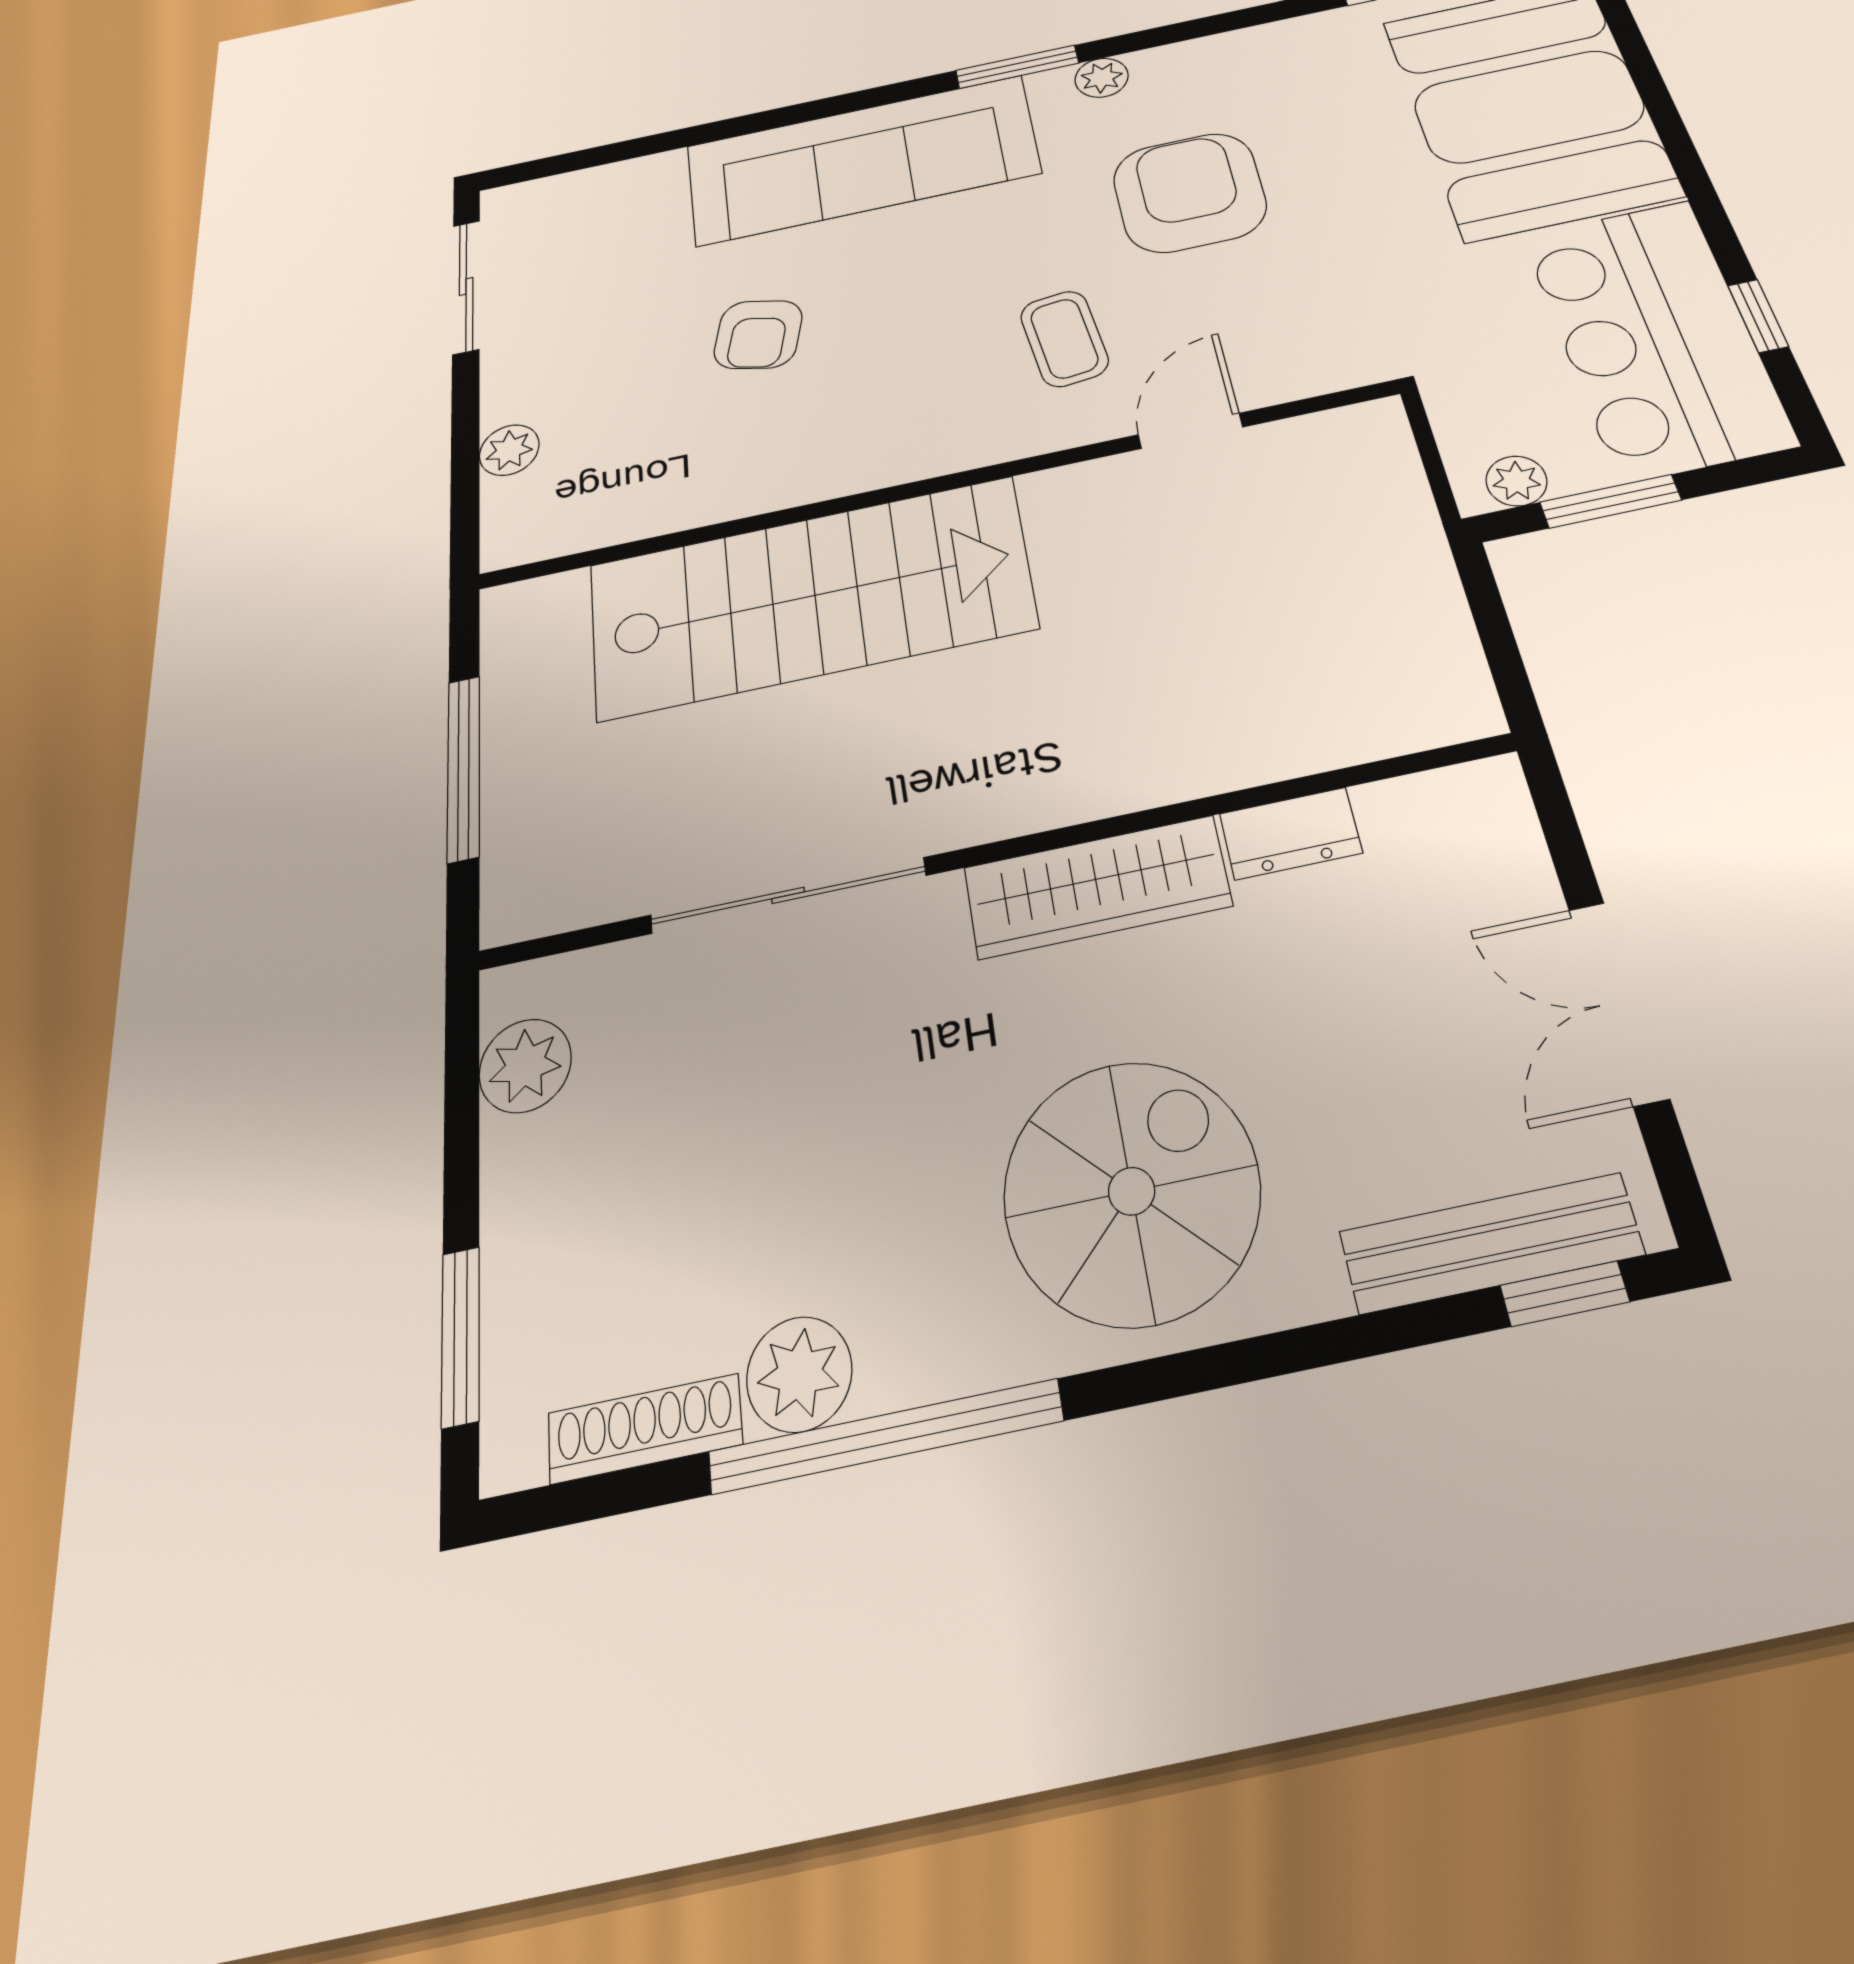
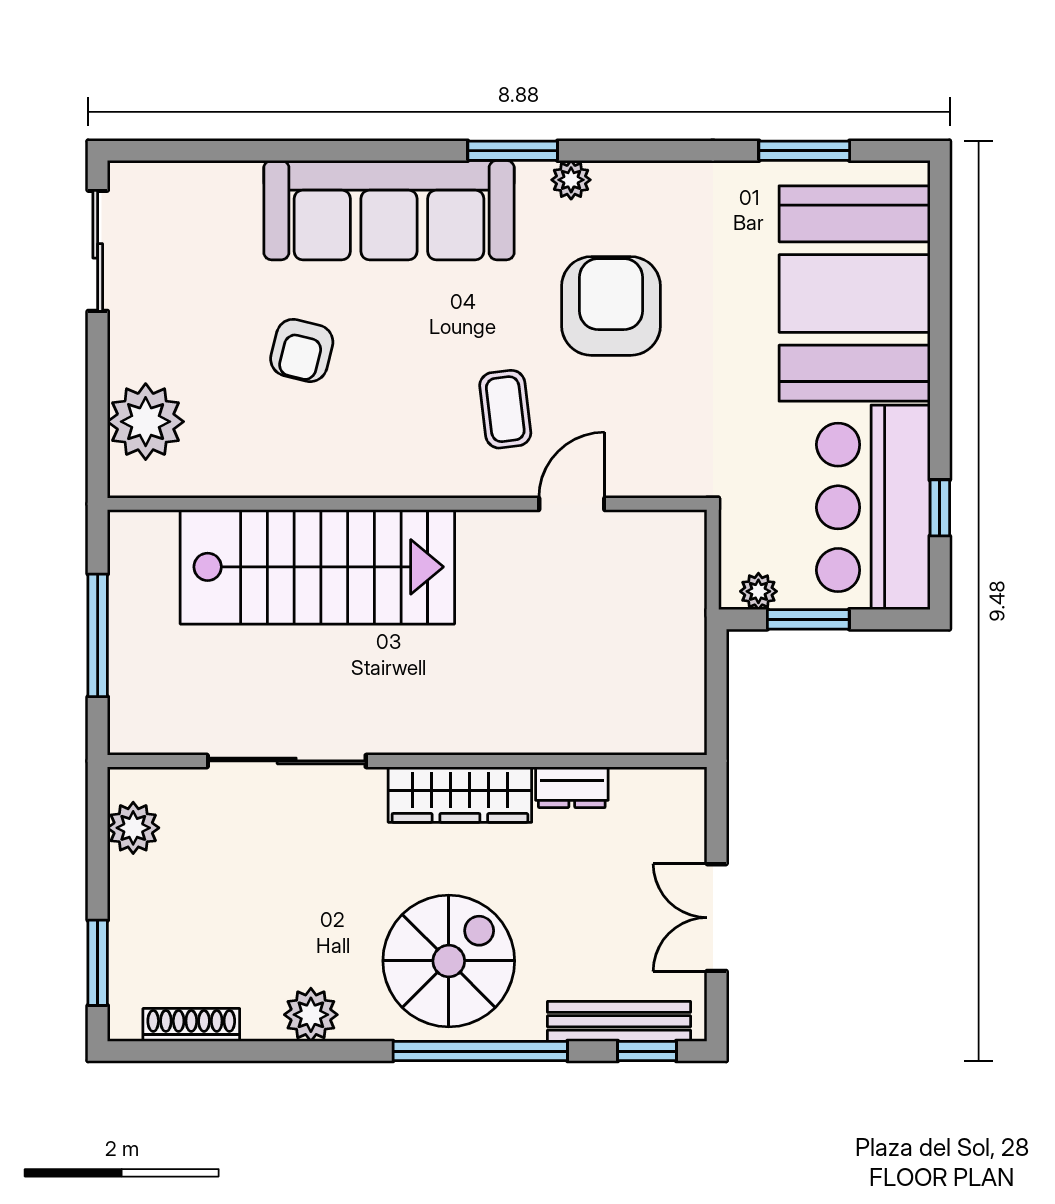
plant: (509, 450) -> (146, 422), width x1.88, depth x1.88
plant: (799, 1374) -> (311, 1015), moved
window: (885, 1436) -> (480, 1051), moved

